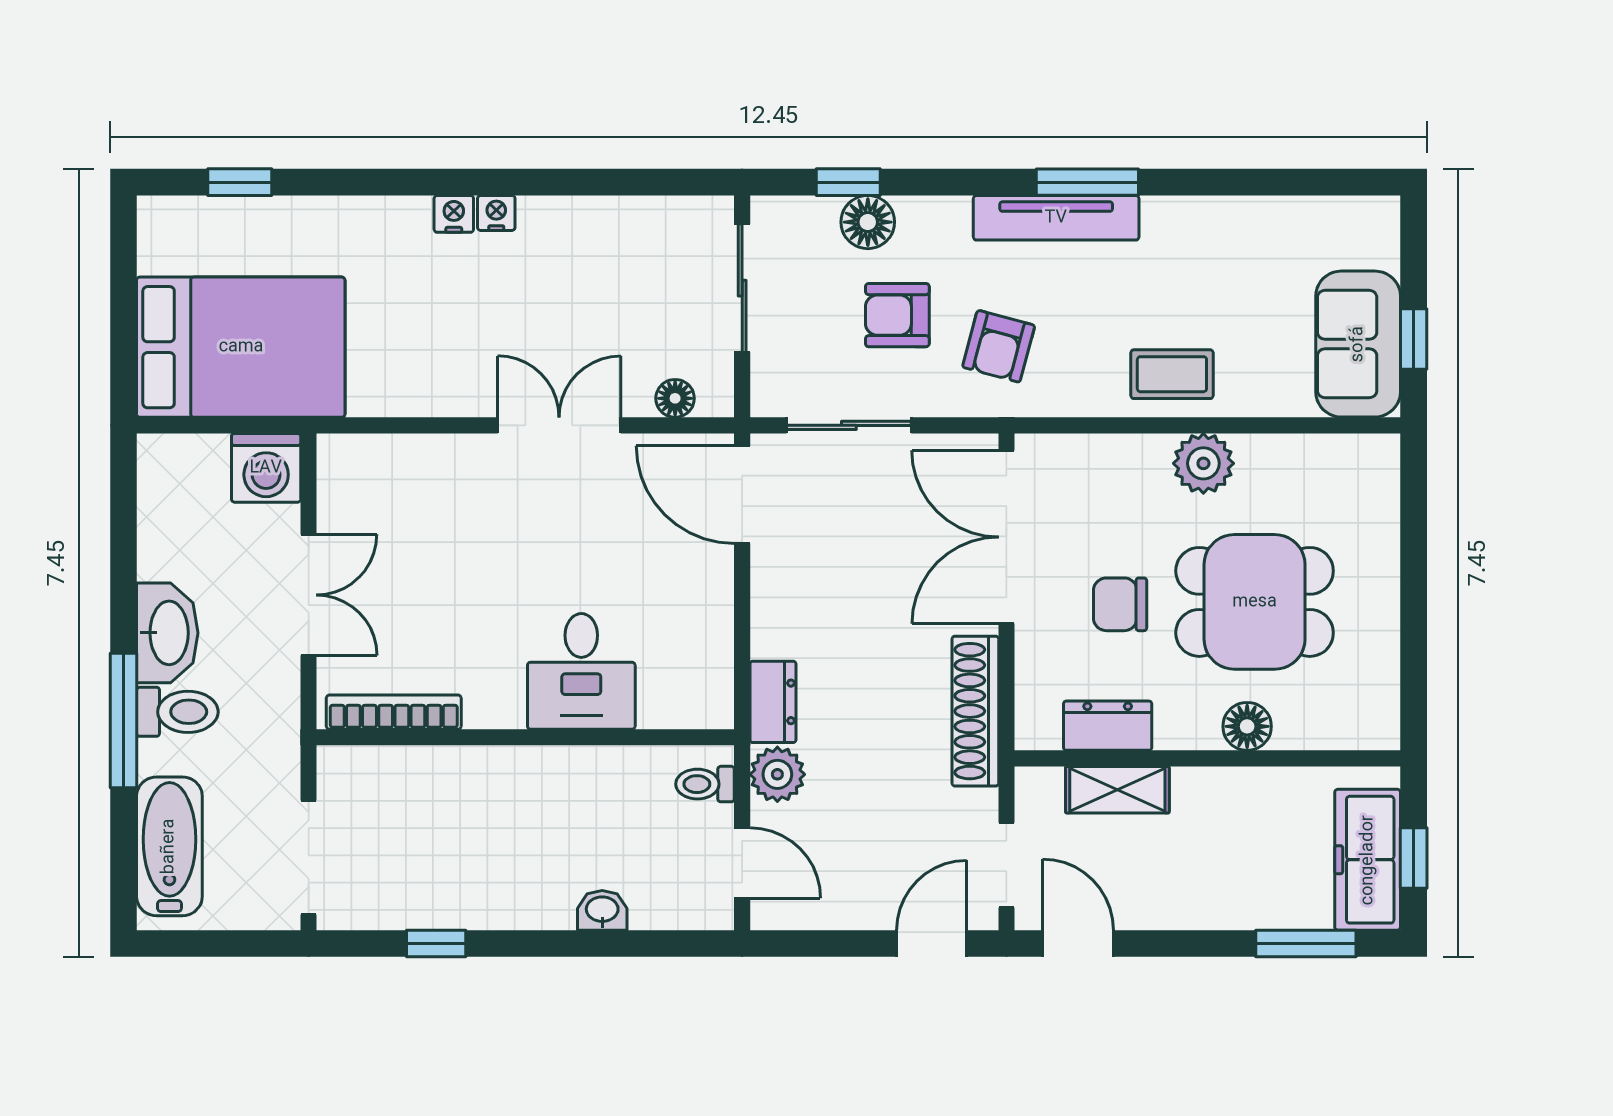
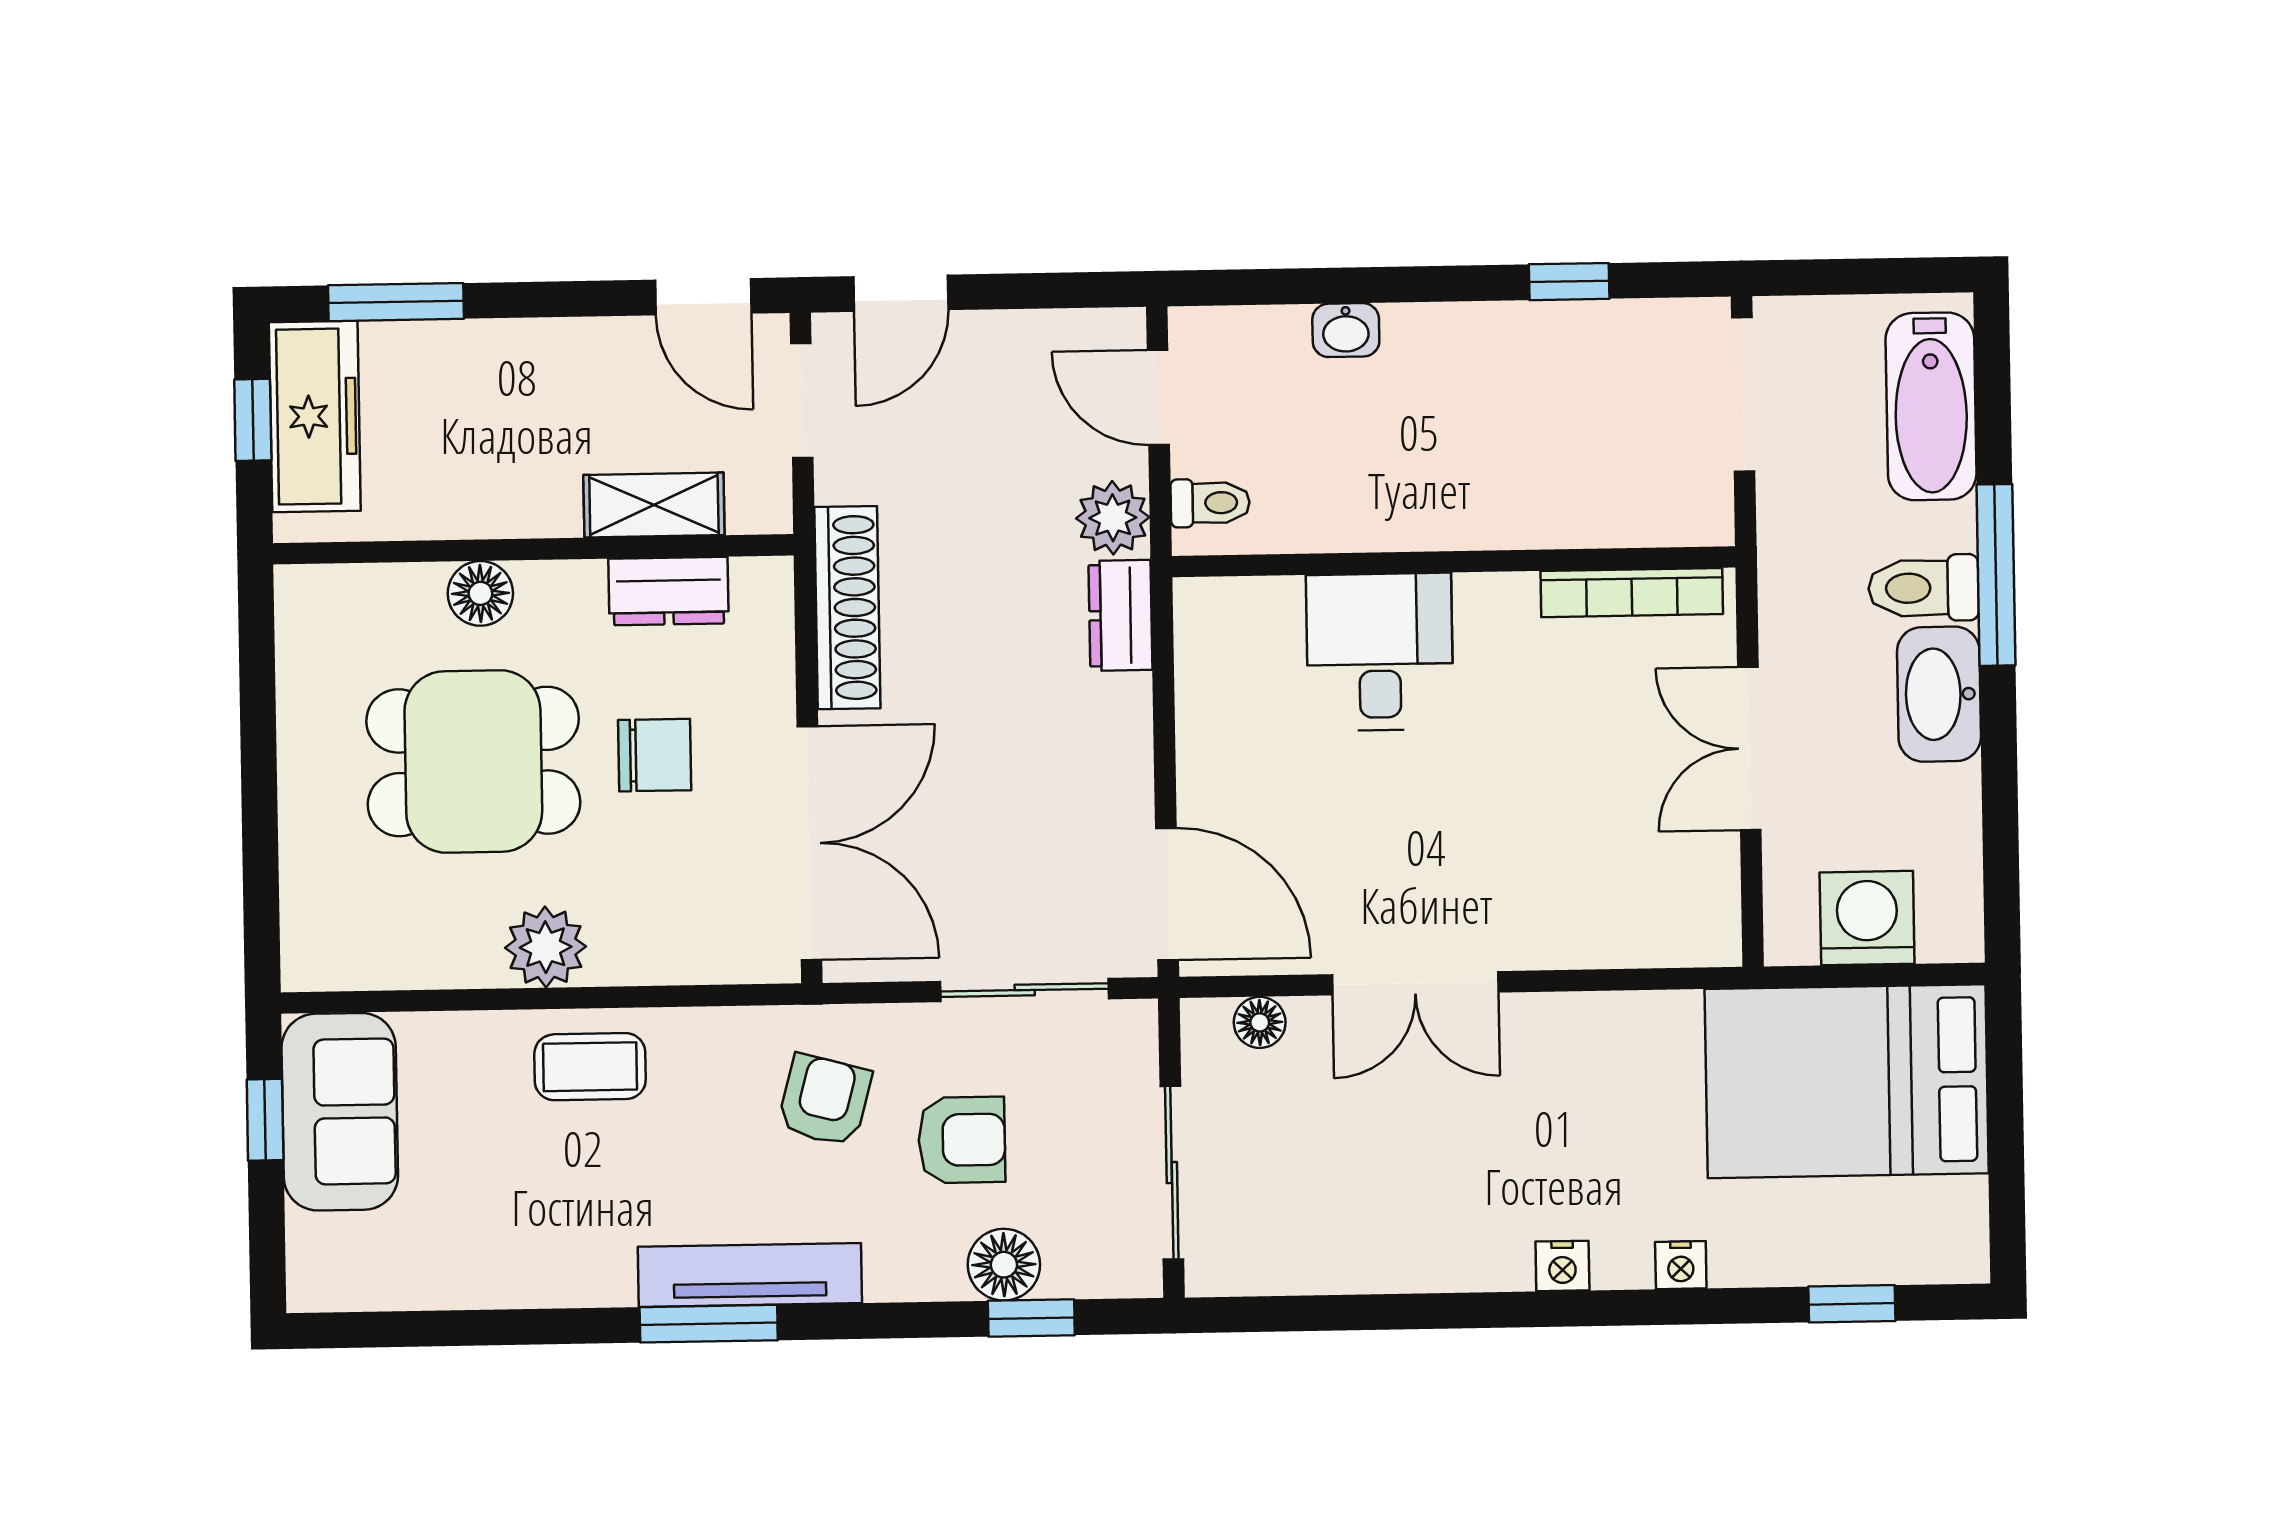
nightstand: (496, 213) -> (1681, 1265), moved
washing machine: (266, 468) -> (1867, 918), moved

